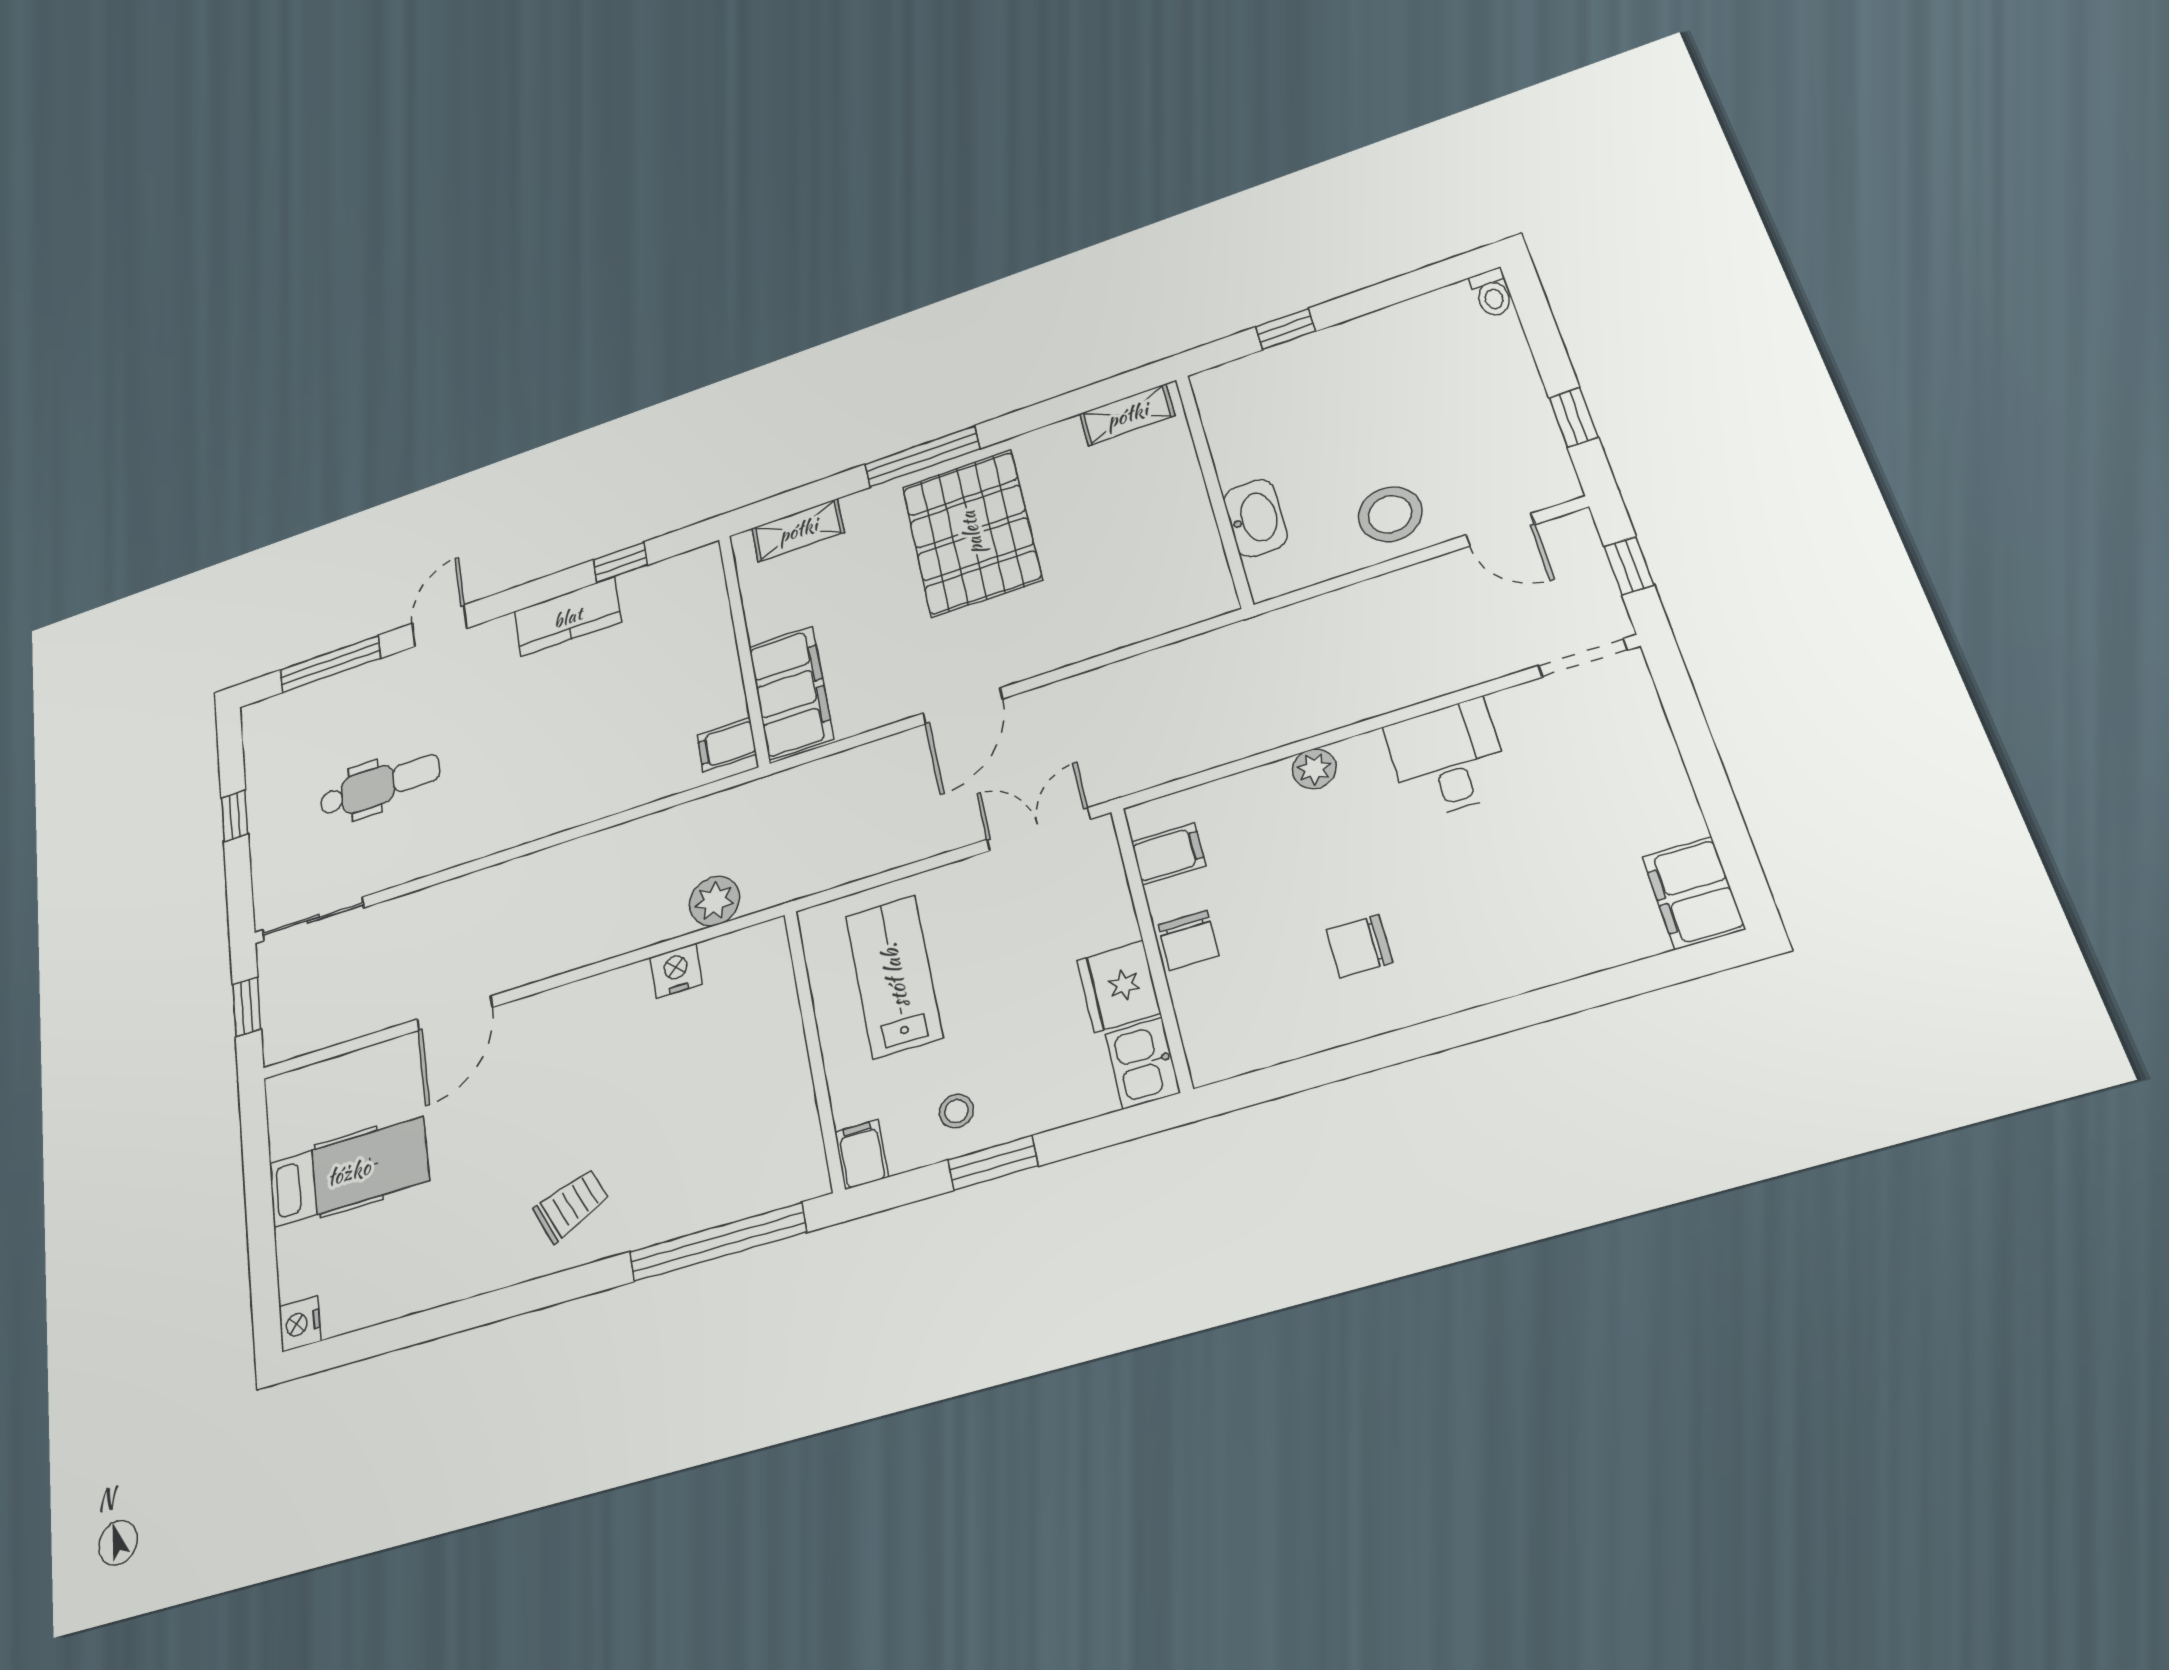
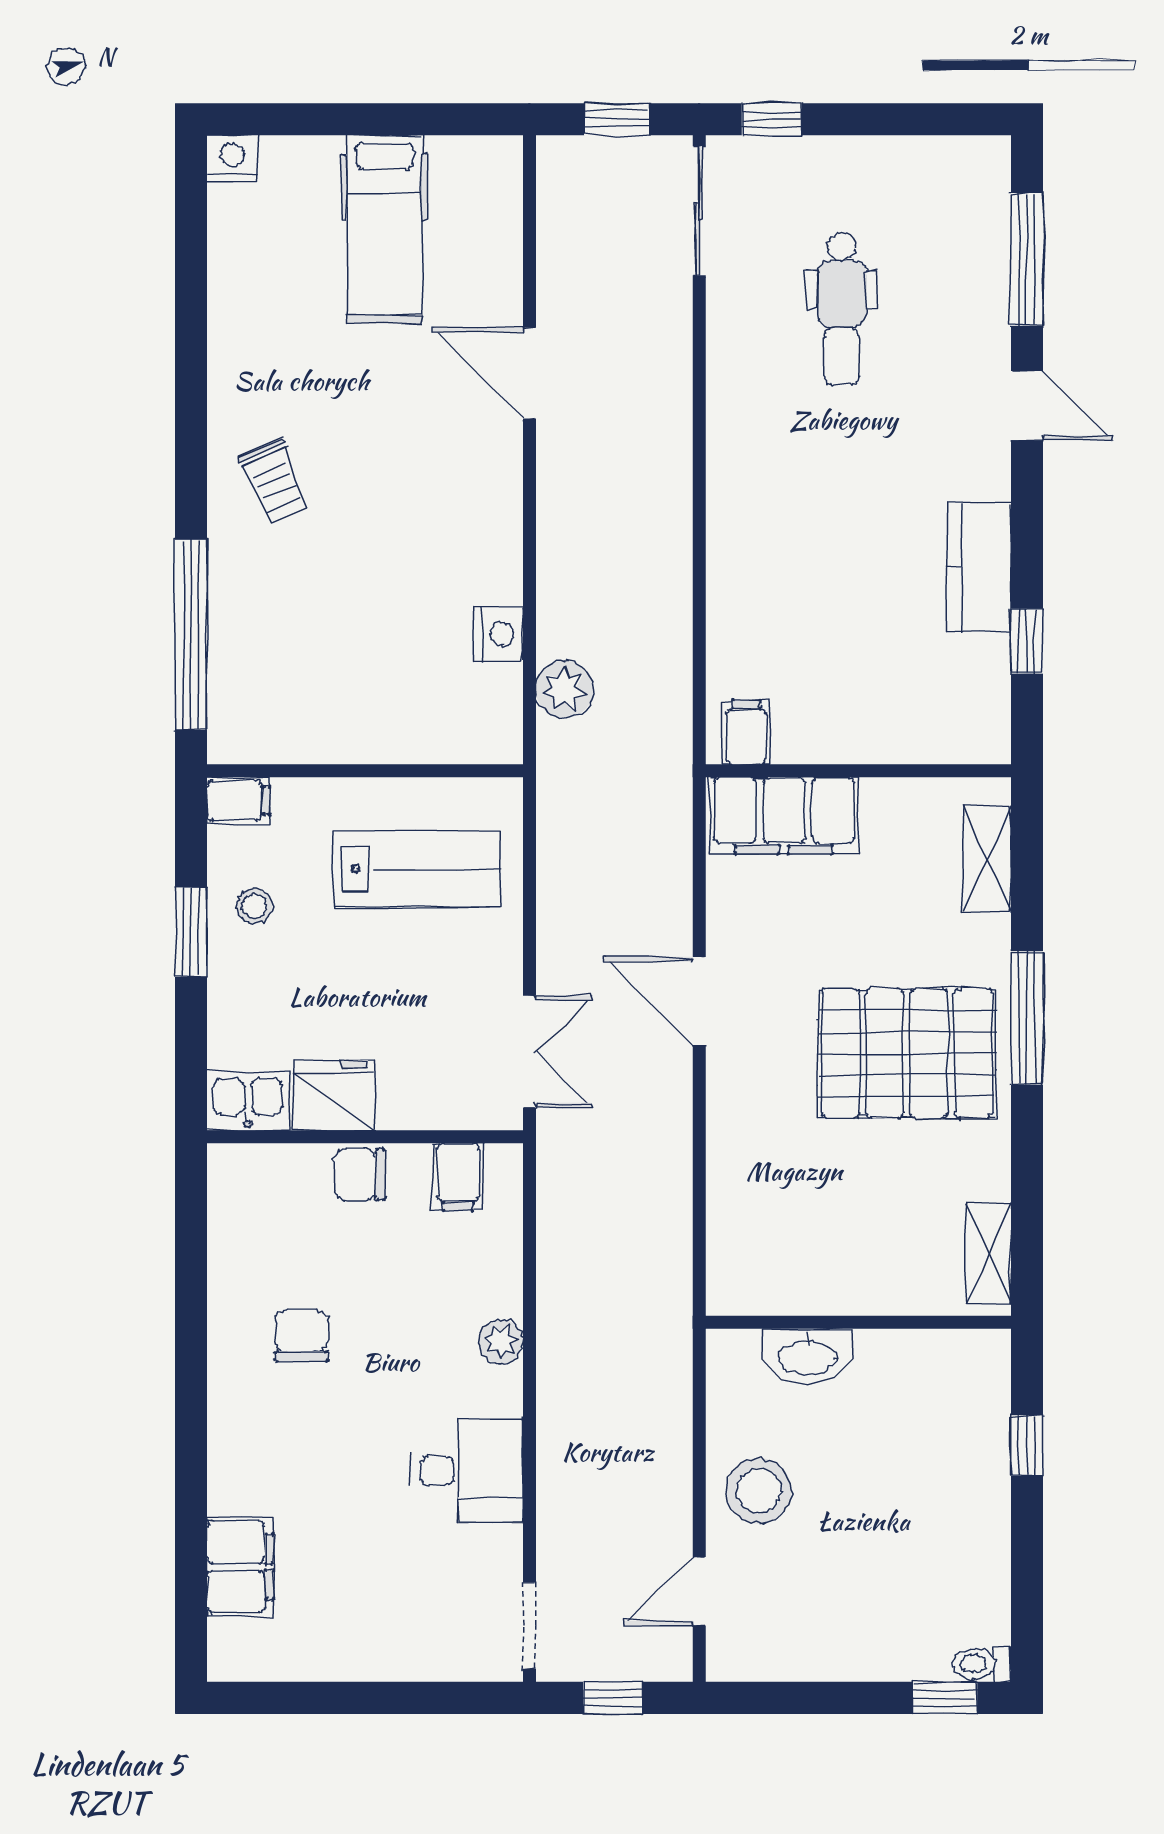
window: (1573, 417) -> (945, 1698), moved
window: (235, 816) -> (772, 119), moved
filing cabinet: (1693, 893) -> (240, 1567), moved, turned 90

